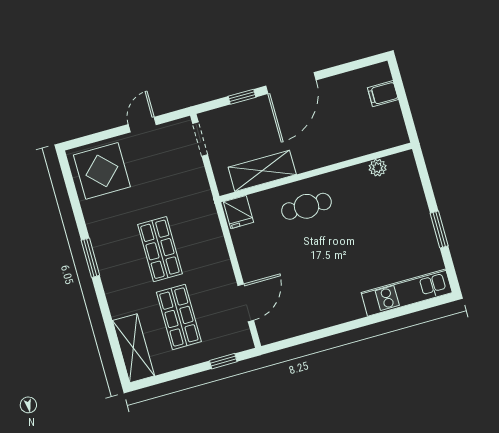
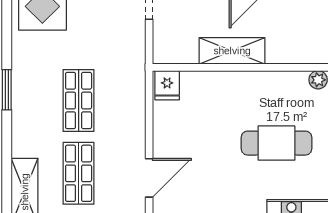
shelving: (262, 171) -> (232, 51), moved
cafe table: (306, 206) -> (277, 143), moved, width x1.37, depth x1.35

